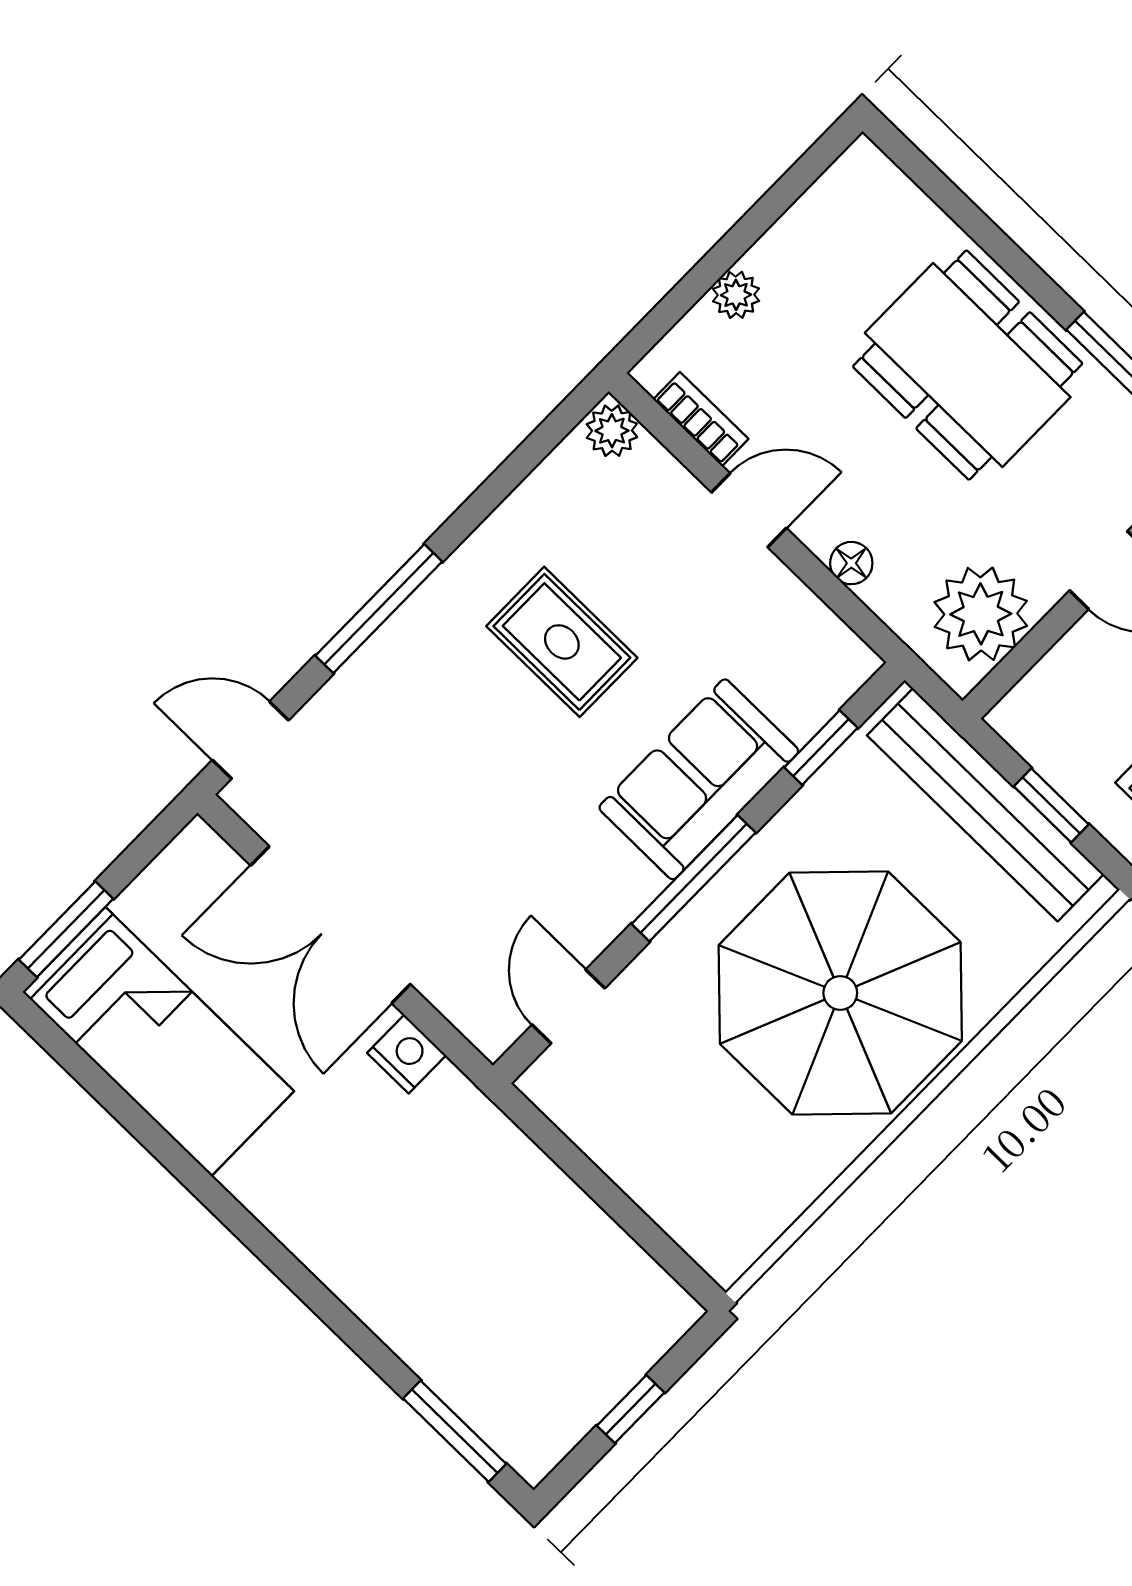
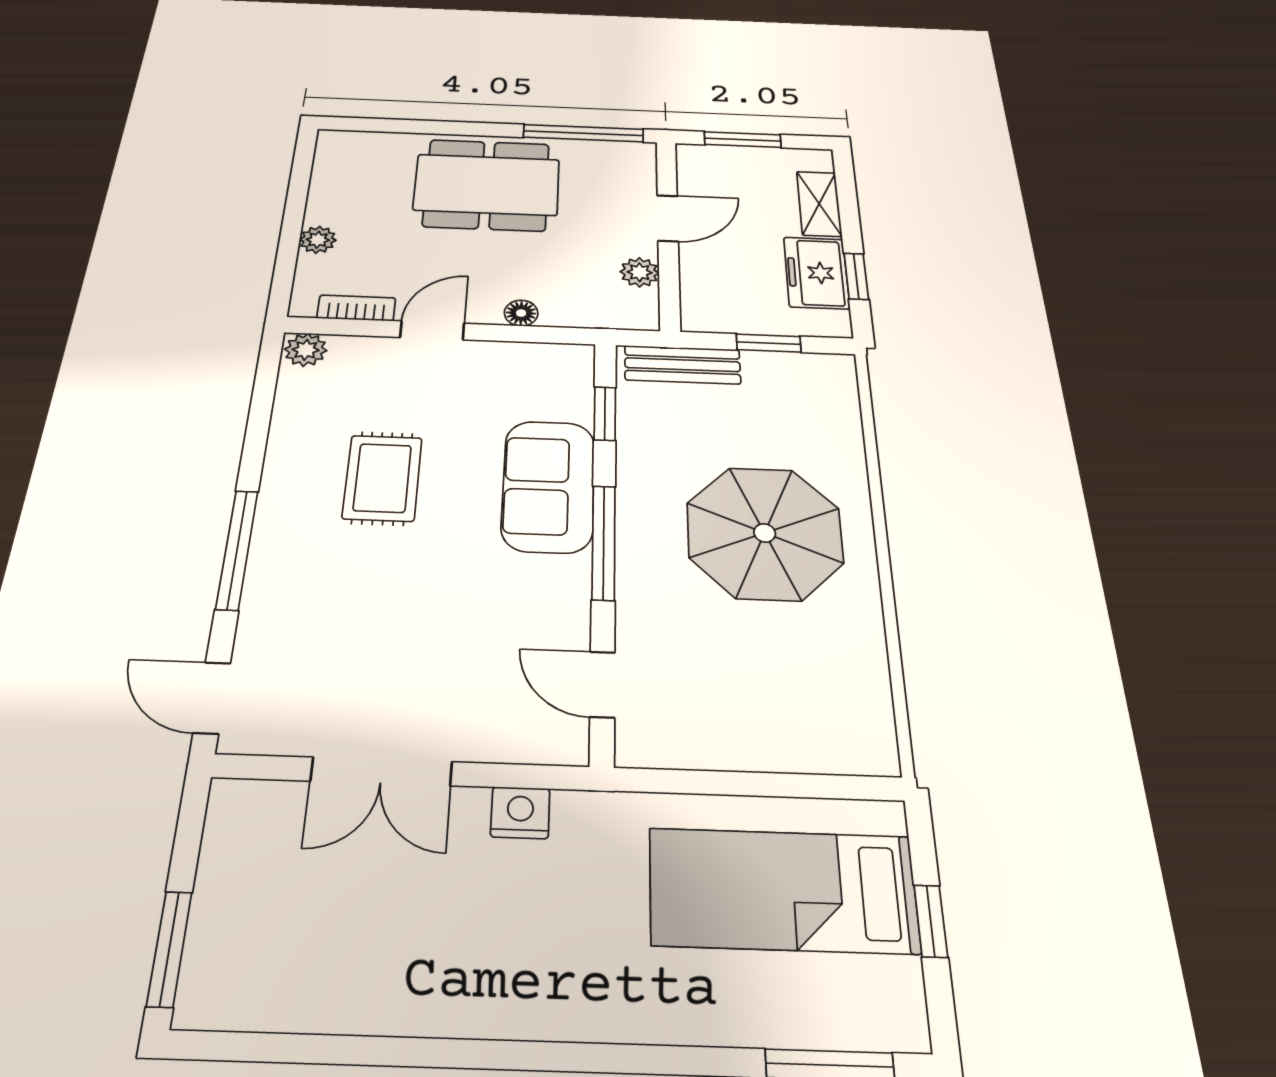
plant: (981, 614) -> (640, 272), width x0.53, depth x0.53
rug: (562, 642) -> (382, 478), turned 90
door: (251, 740) -> (212, 698), hinge flipped
bench: (985, 805) -> (683, 365), width x0.54, depth x0.82
double door: (330, 925) -> (381, 771), width x0.73
parasol: (840, 993) -> (765, 533), width x0.73, depth x0.73
bed: (158, 1041) -> (783, 890), moved, turned 180

